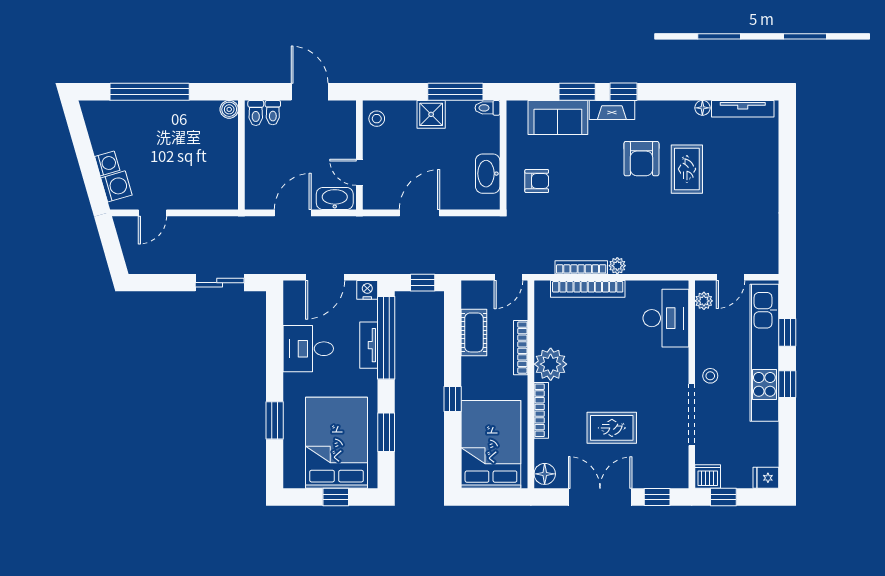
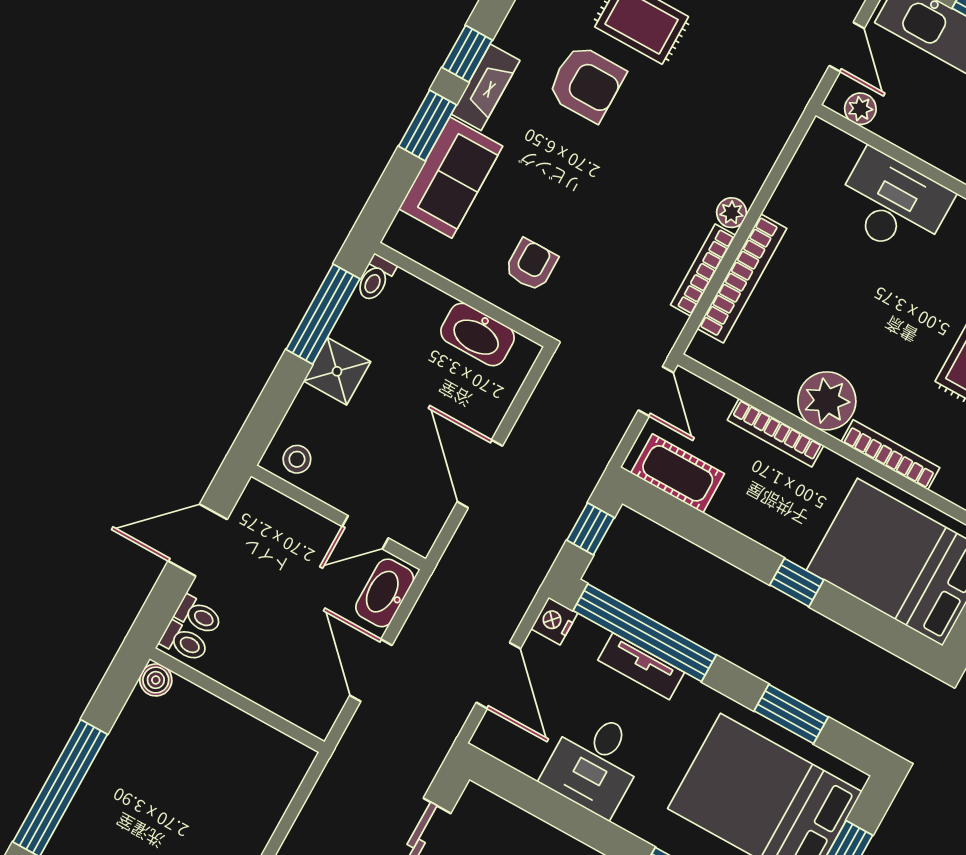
desk: (666, 318) -> (893, 204), moved
cot: (474, 332) -> (678, 473), moved

